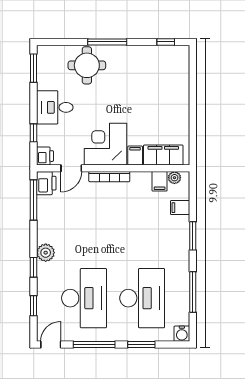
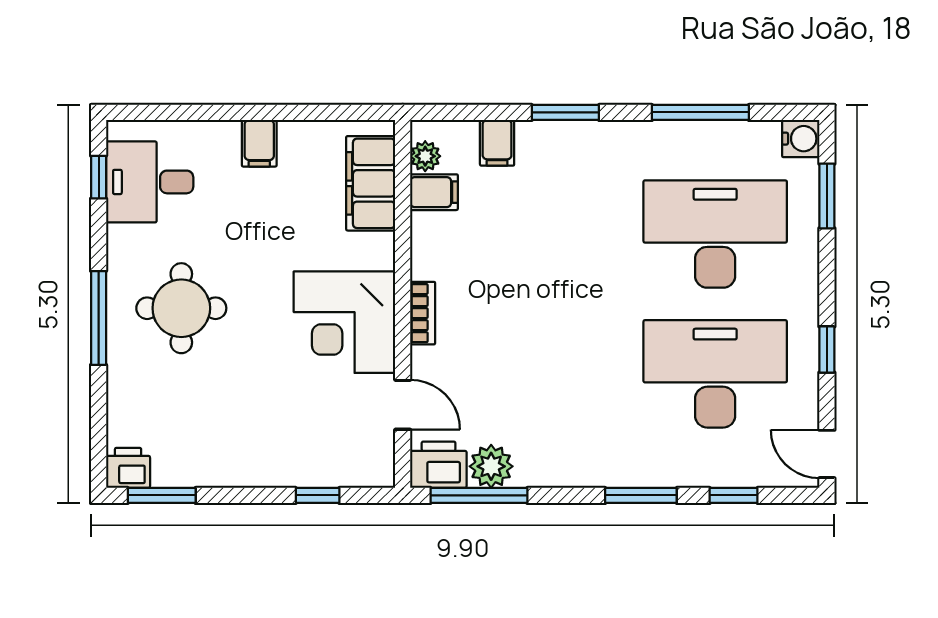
round table: (87, 65) -> (181, 308), moved
desk: (55, 107) -> (150, 182), moved, turned 90
filing cabinet: (135, 155) -> (259, 143), moved, turned -90
printer: (45, 156) -> (128, 468), moved
bookcase: (109, 177) -> (423, 313), width x0.64
plant: (46, 253) -> (491, 466), moved
window: (34, 267) -> (641, 495), width x1.50
window: (94, 345) -> (827, 350), width x0.46
window: (141, 345) -> (827, 196), moved

